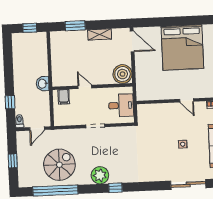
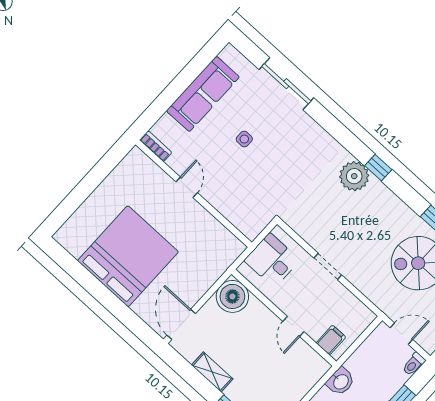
plant: (100, 175) -> (354, 176), moved

